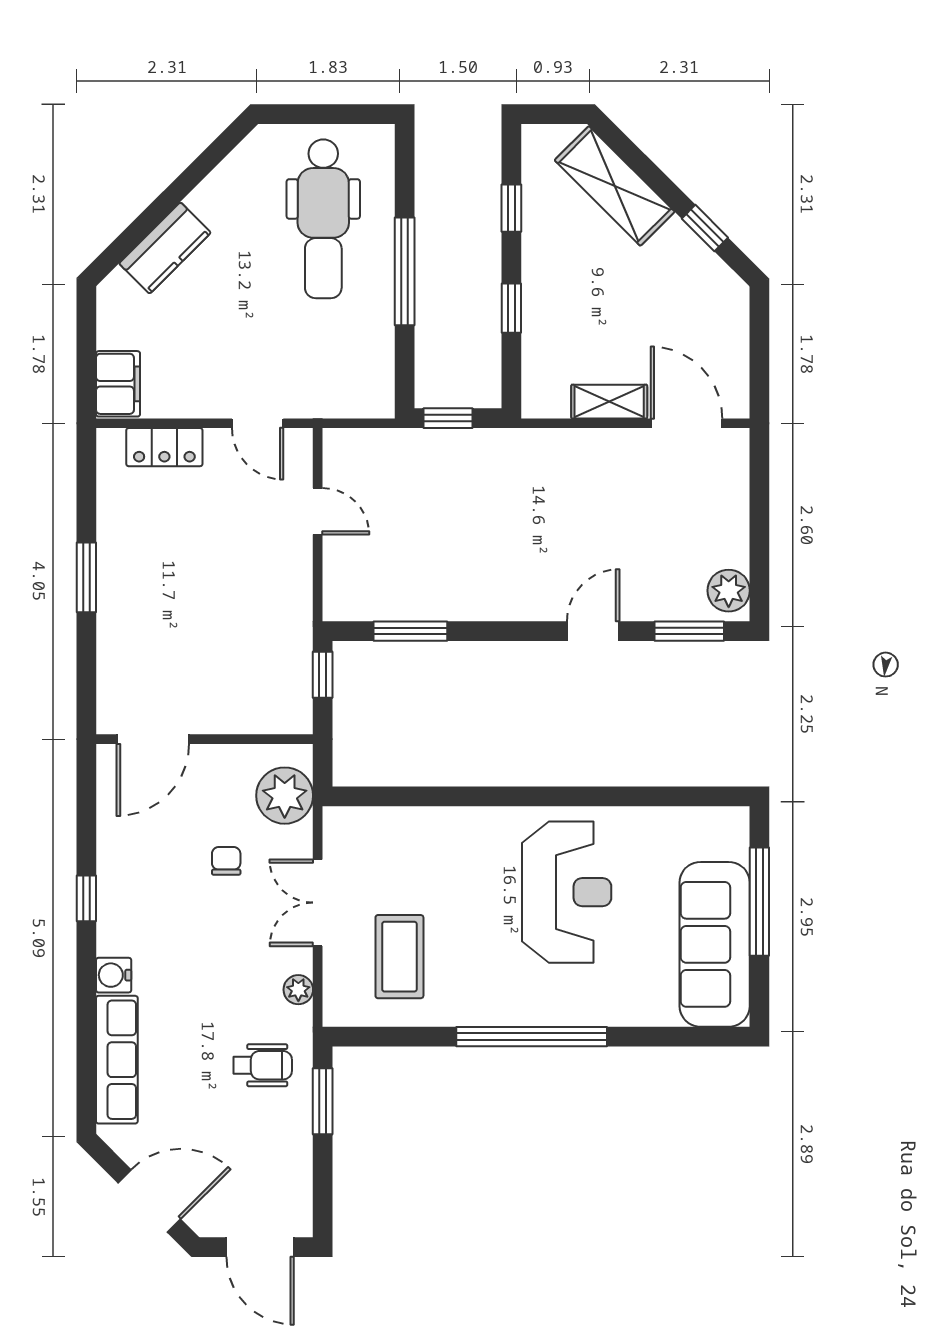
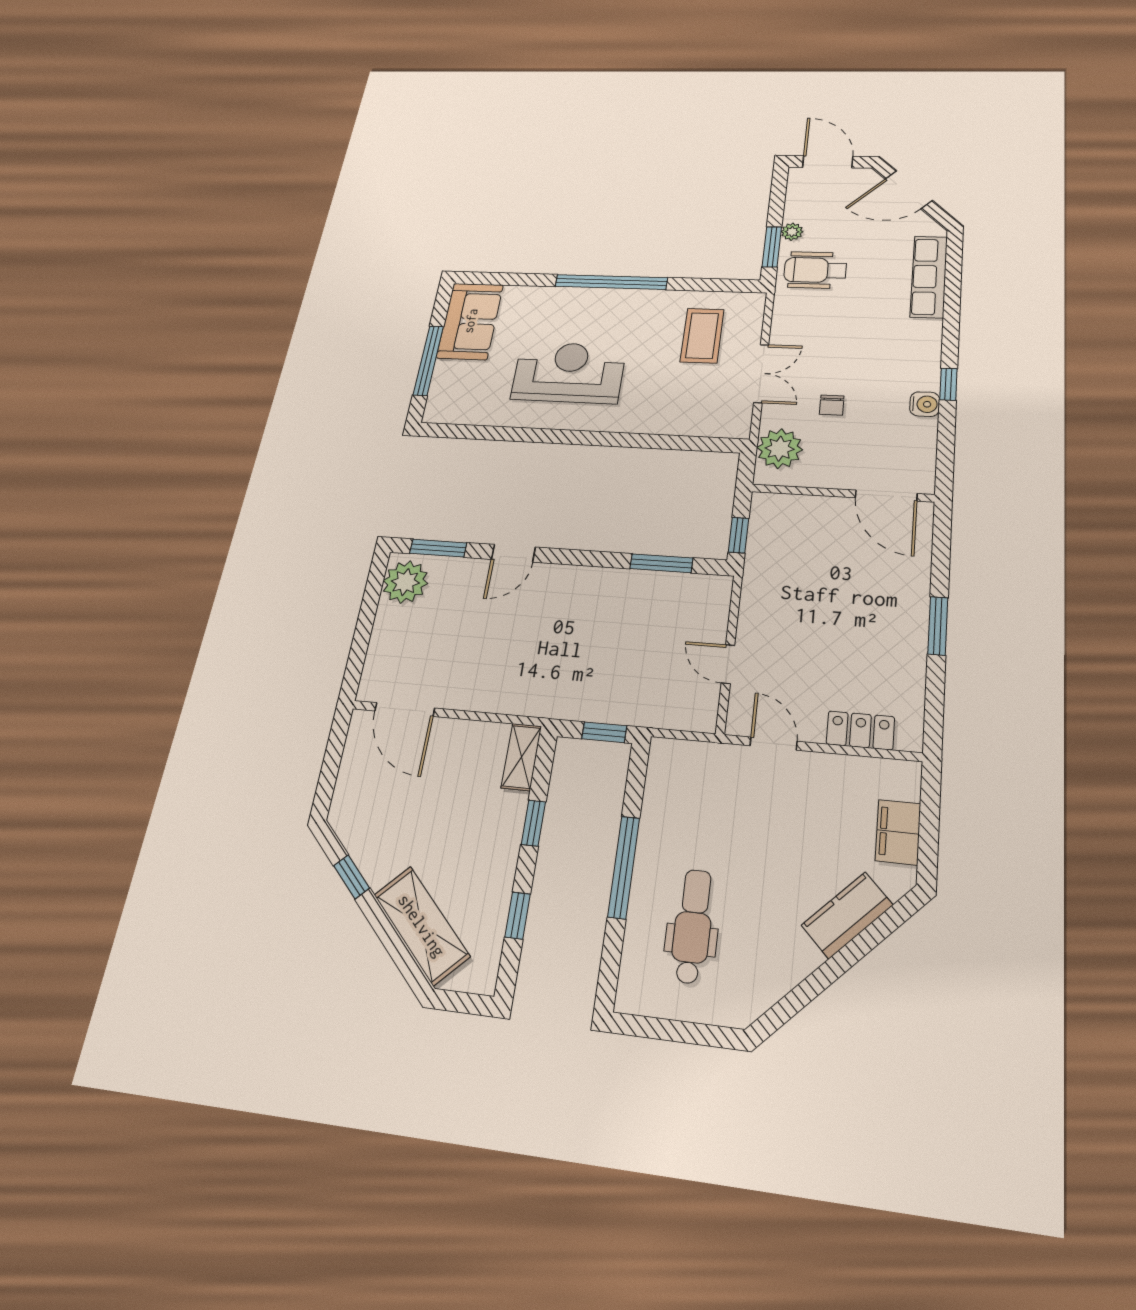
dental chair: (323, 219) -> (693, 926), width x0.73, depth x0.72
filing cabinet: (118, 384) -> (898, 832), moved
shelving: (609, 402) -> (521, 757), moved, turned 90
plant: (729, 591) -> (405, 582), width x1.36, depth x1.36
door: (153, 739) -> (886, 496), swing flipped
reception desk: (567, 892) -> (569, 372), turned 90
sofa: (715, 944) -> (470, 321), width x0.73
water cooler: (114, 975) -> (925, 404), moved
plant: (298, 990) -> (792, 232), moved
wheelchair: (263, 1065) -> (815, 270), width x1.36, depth x1.37

